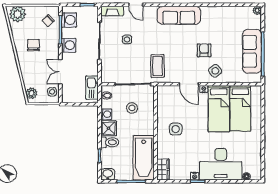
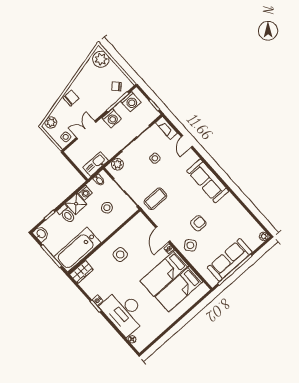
chair: (33, 45) -> (71, 98), moved
plant: (107, 71) -> (117, 164), added

